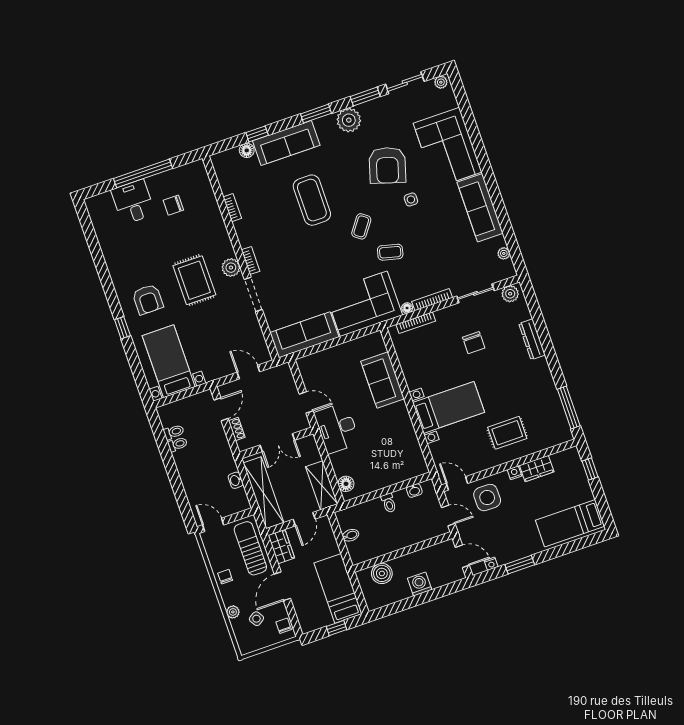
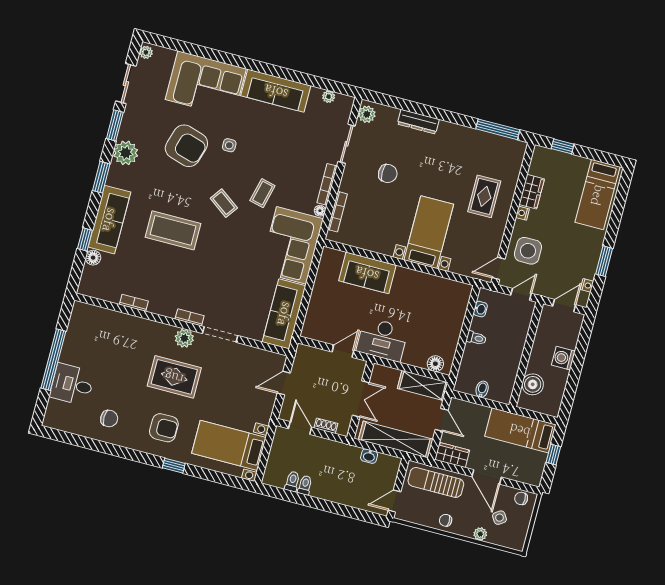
chair: (173, 205) -> (109, 419), moved, turned -90

